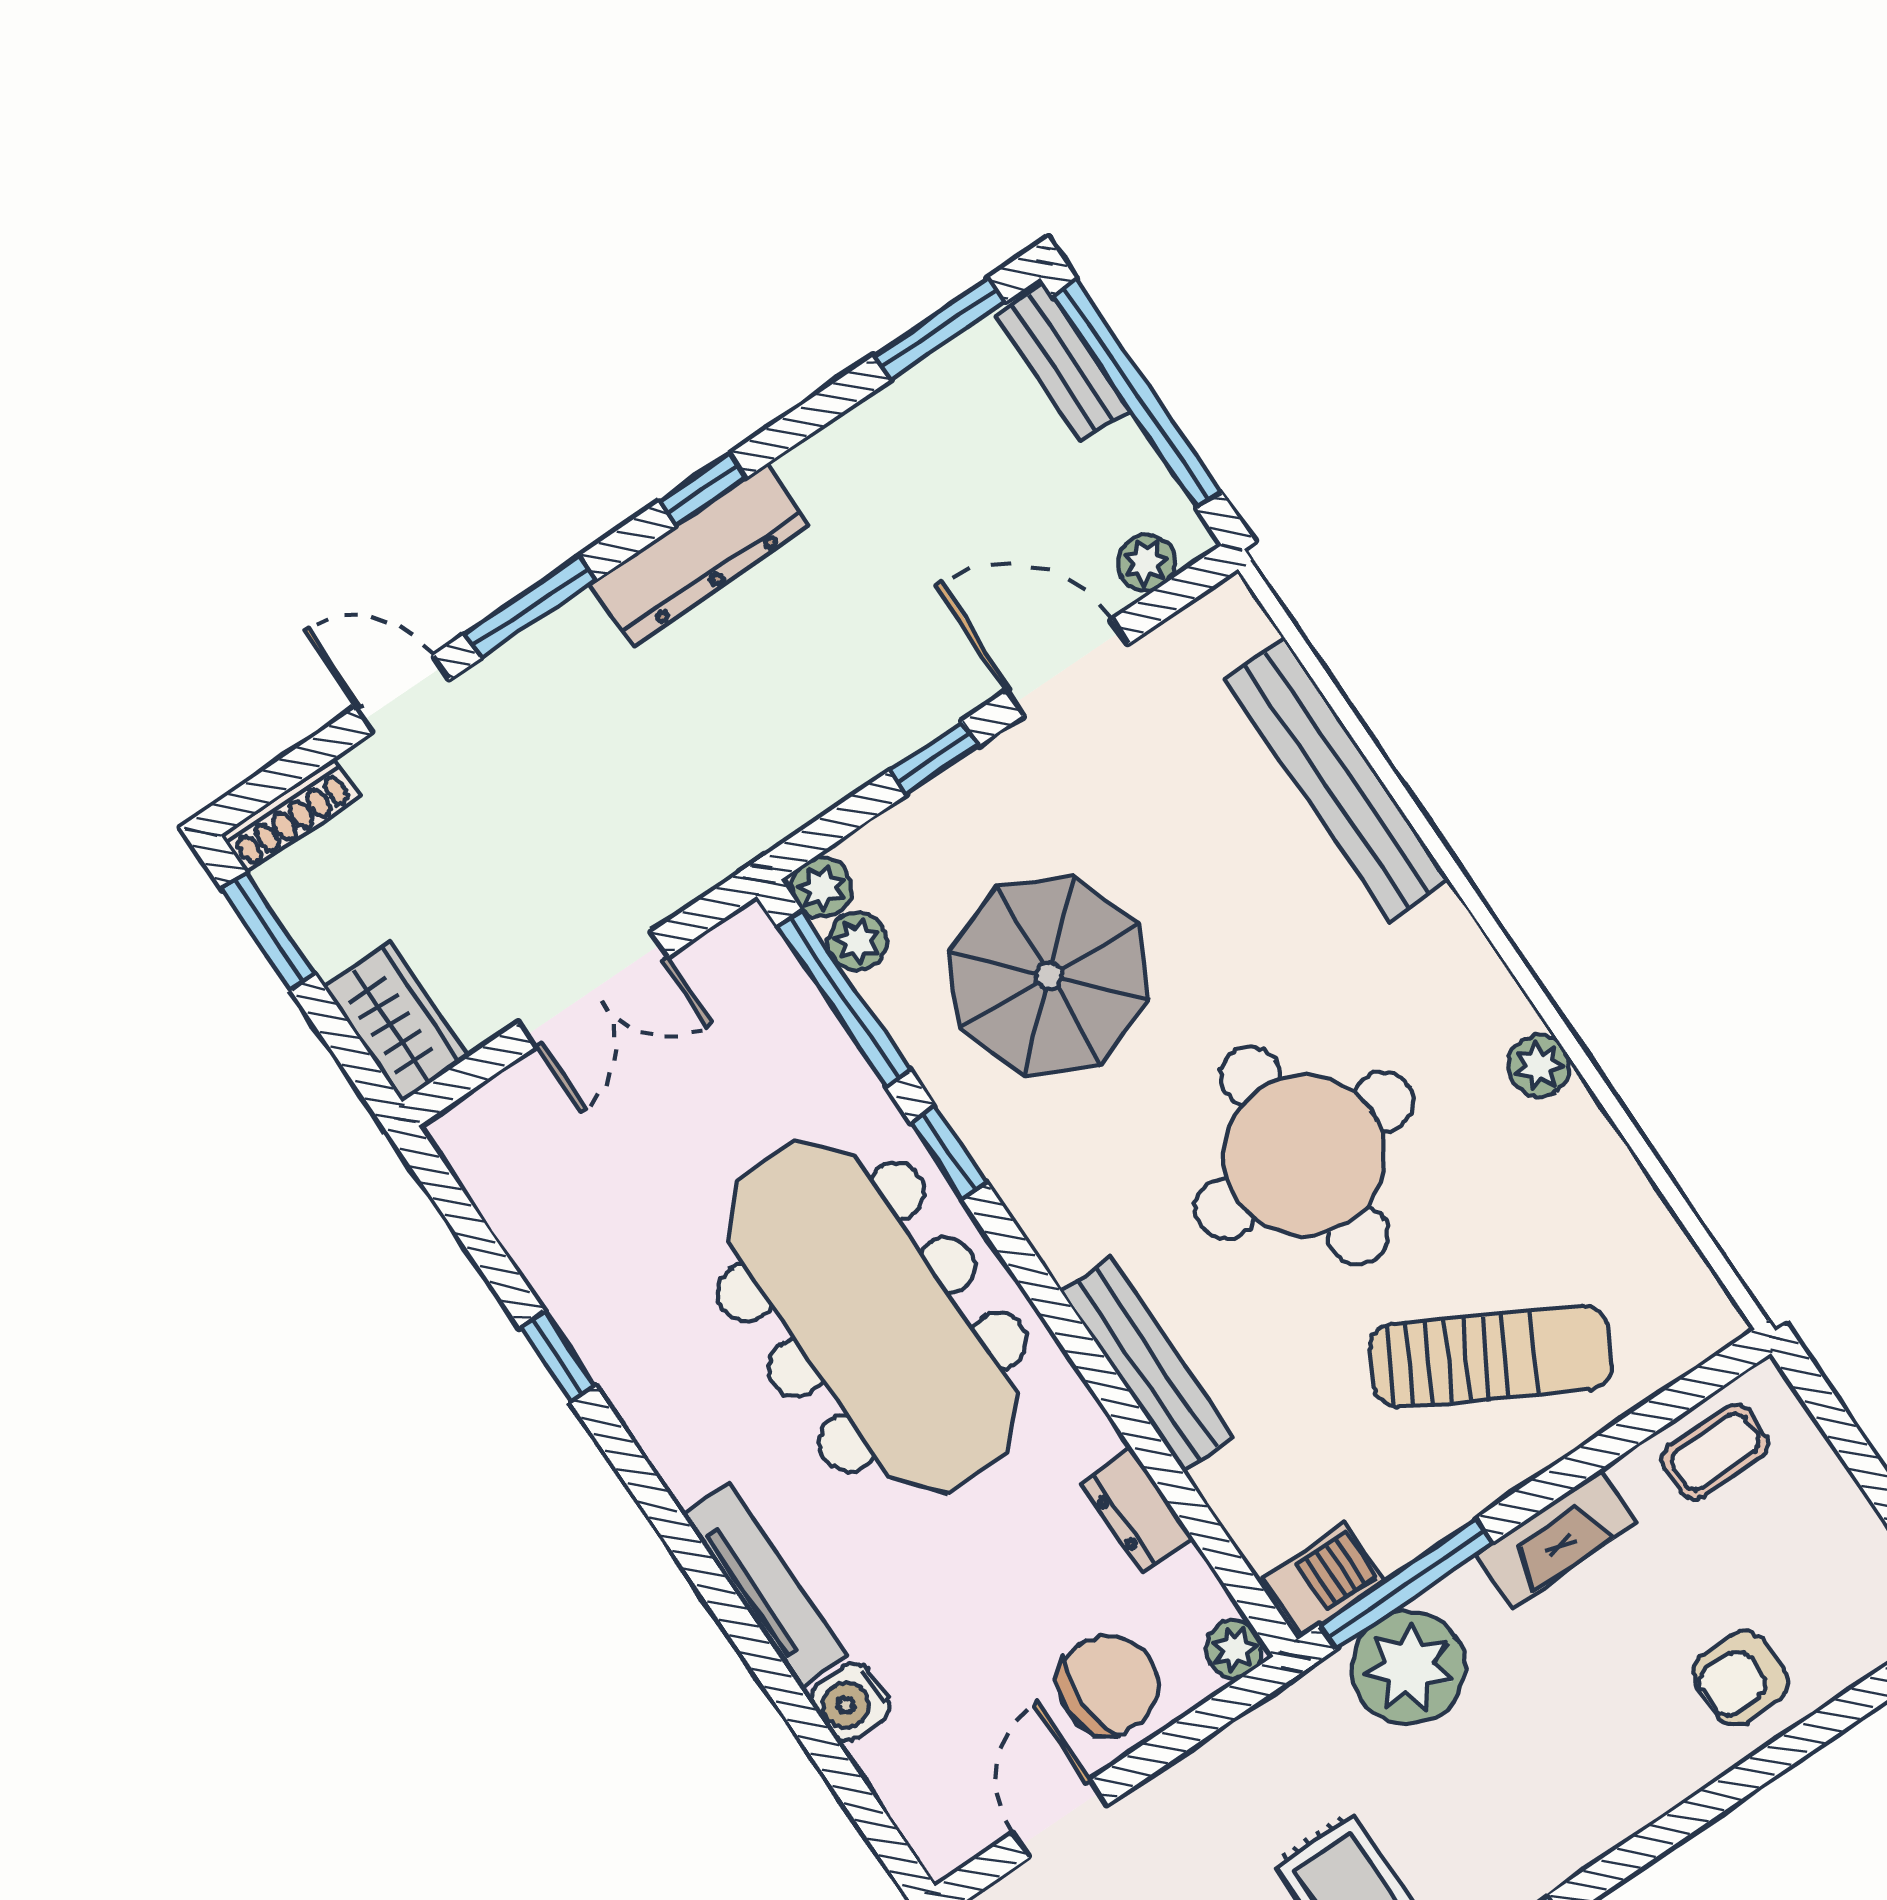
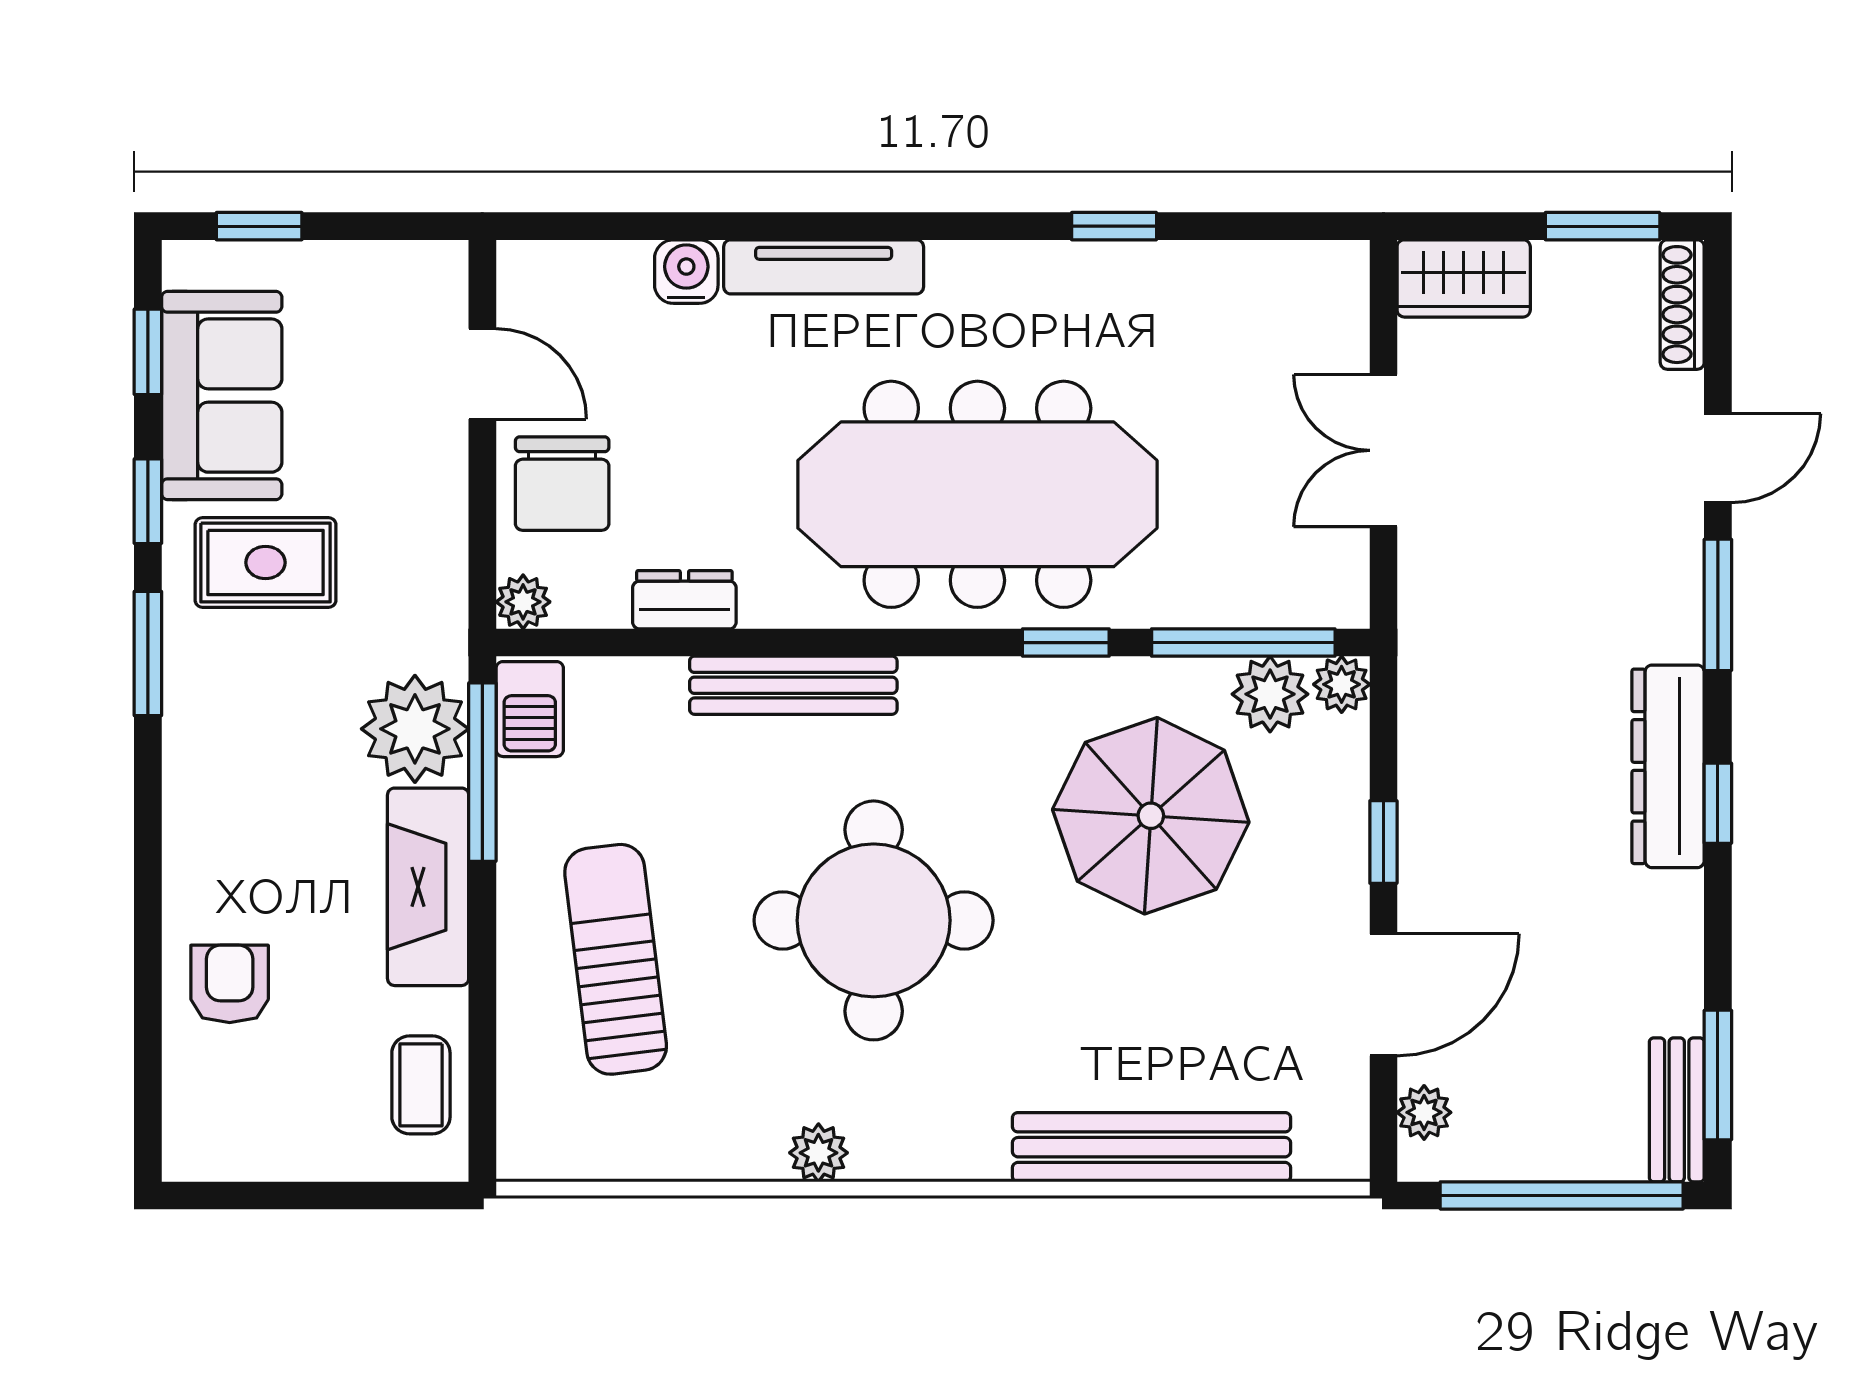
bench: (1063, 363) -> (1677, 1110), moved, turned 90
plant: (858, 941) -> (1270, 694), width x1.38, depth x1.38
sun lounger: (1491, 1357) -> (616, 959), turned 144
fireplace: (1556, 1539) -> (428, 887), width x1.37, depth x1.32

